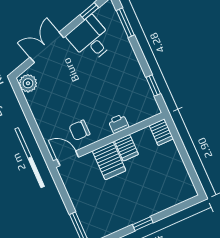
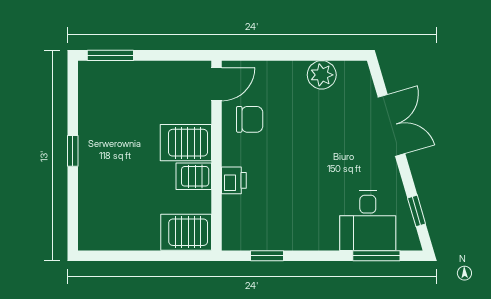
desk: (91, 39) -> (368, 220), moved, turned 106
plant: (28, 83) -> (322, 75), moved
chair: (79, 130) -> (250, 119), turned 90
server rack: (161, 132) -> (186, 232), width x1.36, depth x1.44

